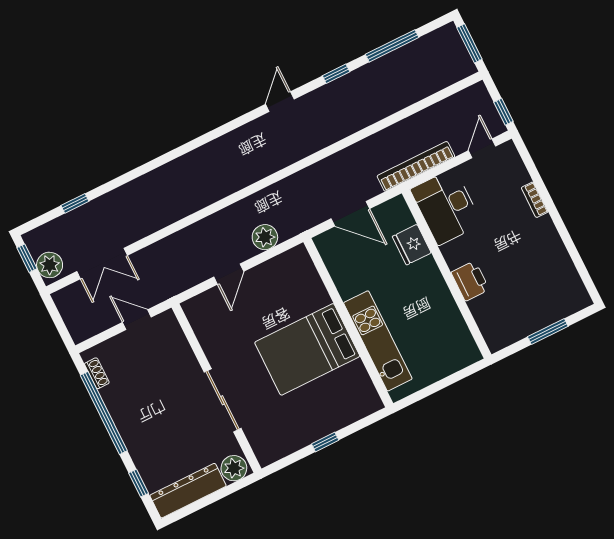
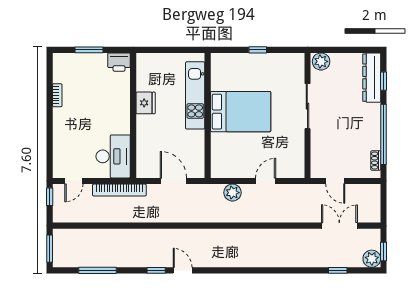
window: (336, 74) -> (156, 270), moved
door: (280, 102) -> (183, 270), swing flipped
bookcase: (535, 200) -> (57, 95), moved
fridge: (412, 245) -> (146, 103), moved
plant: (50, 265) -> (372, 259), moved
printer: (470, 281) -> (119, 62), moved, turned -90
dresser: (188, 491) -> (372, 78), moved, turned 90

